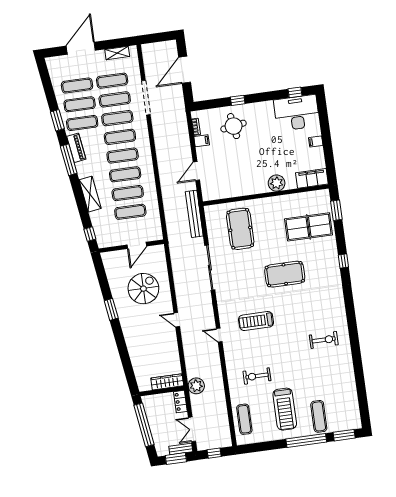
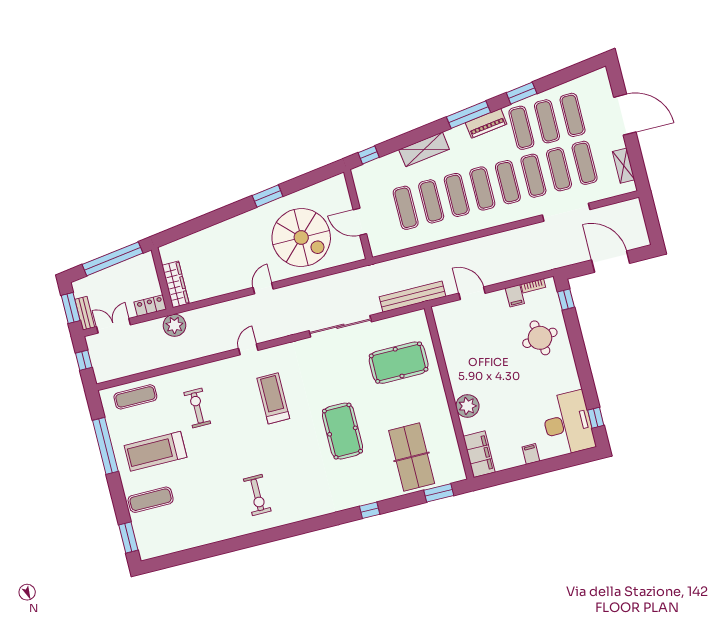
window: (238, 100) -> (566, 299), moved
spiral stairs: (143, 289) -> (301, 237), width x1.37, depth x1.37
window: (306, 440) -> (105, 446), moved

